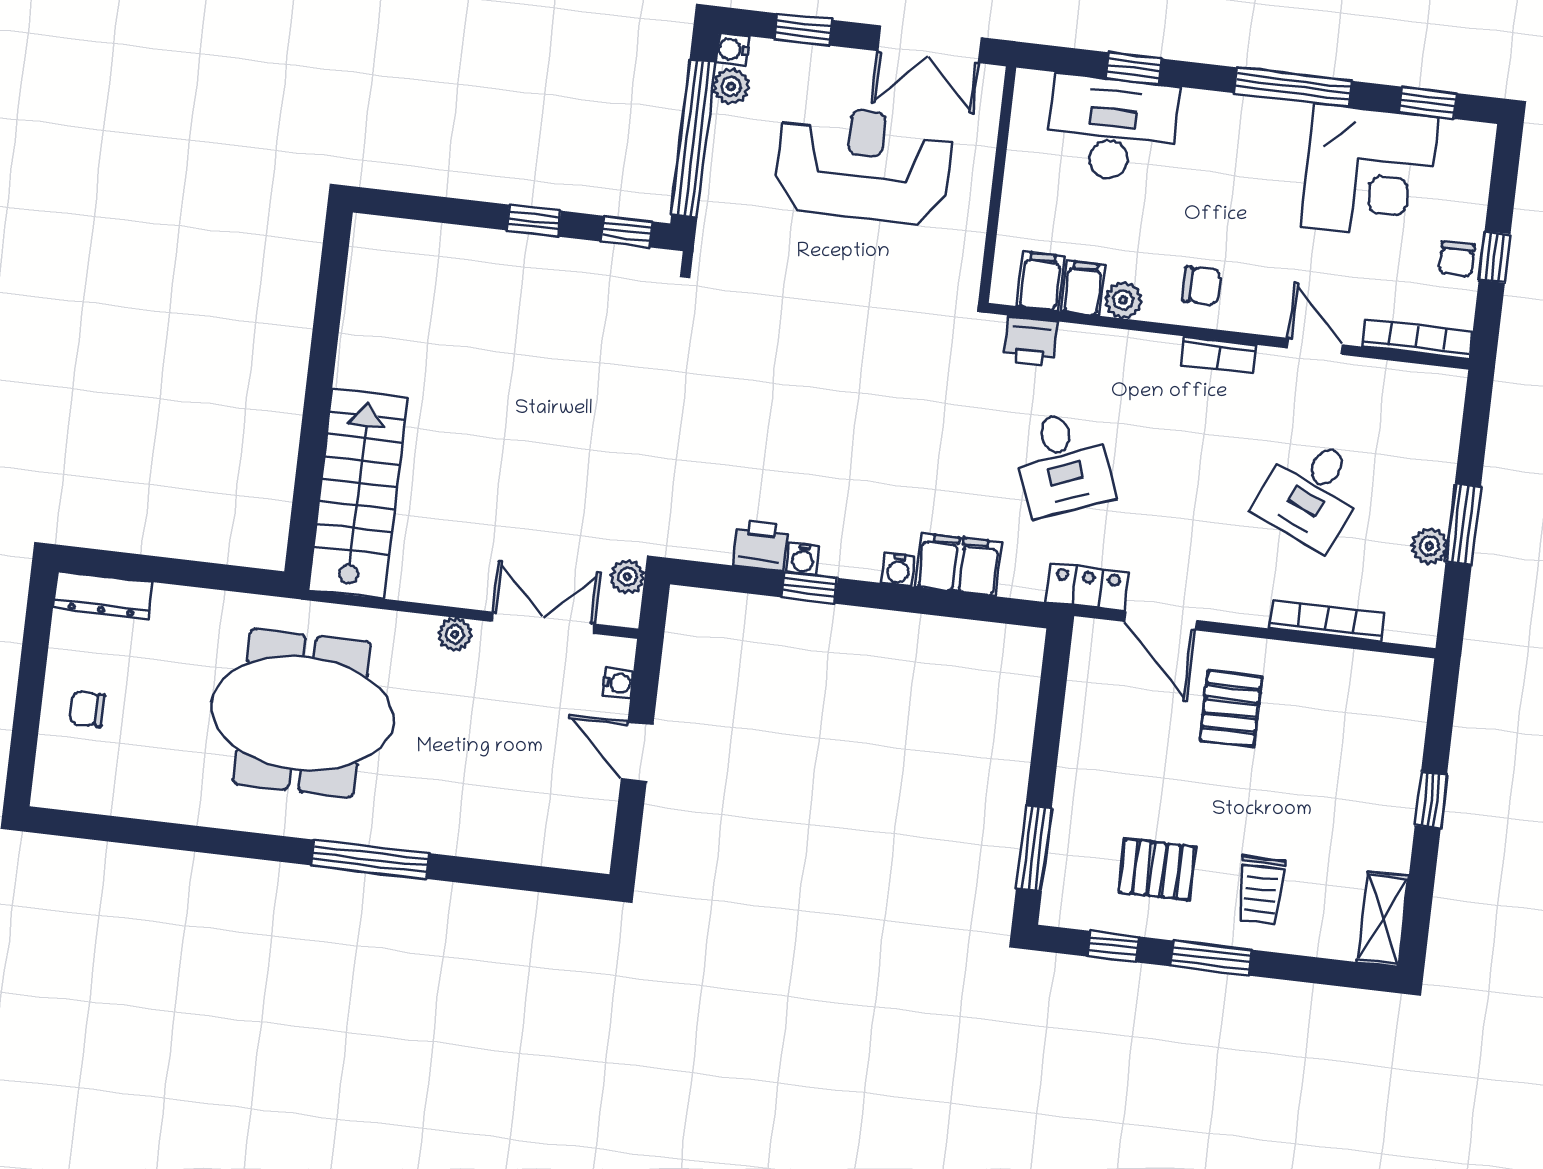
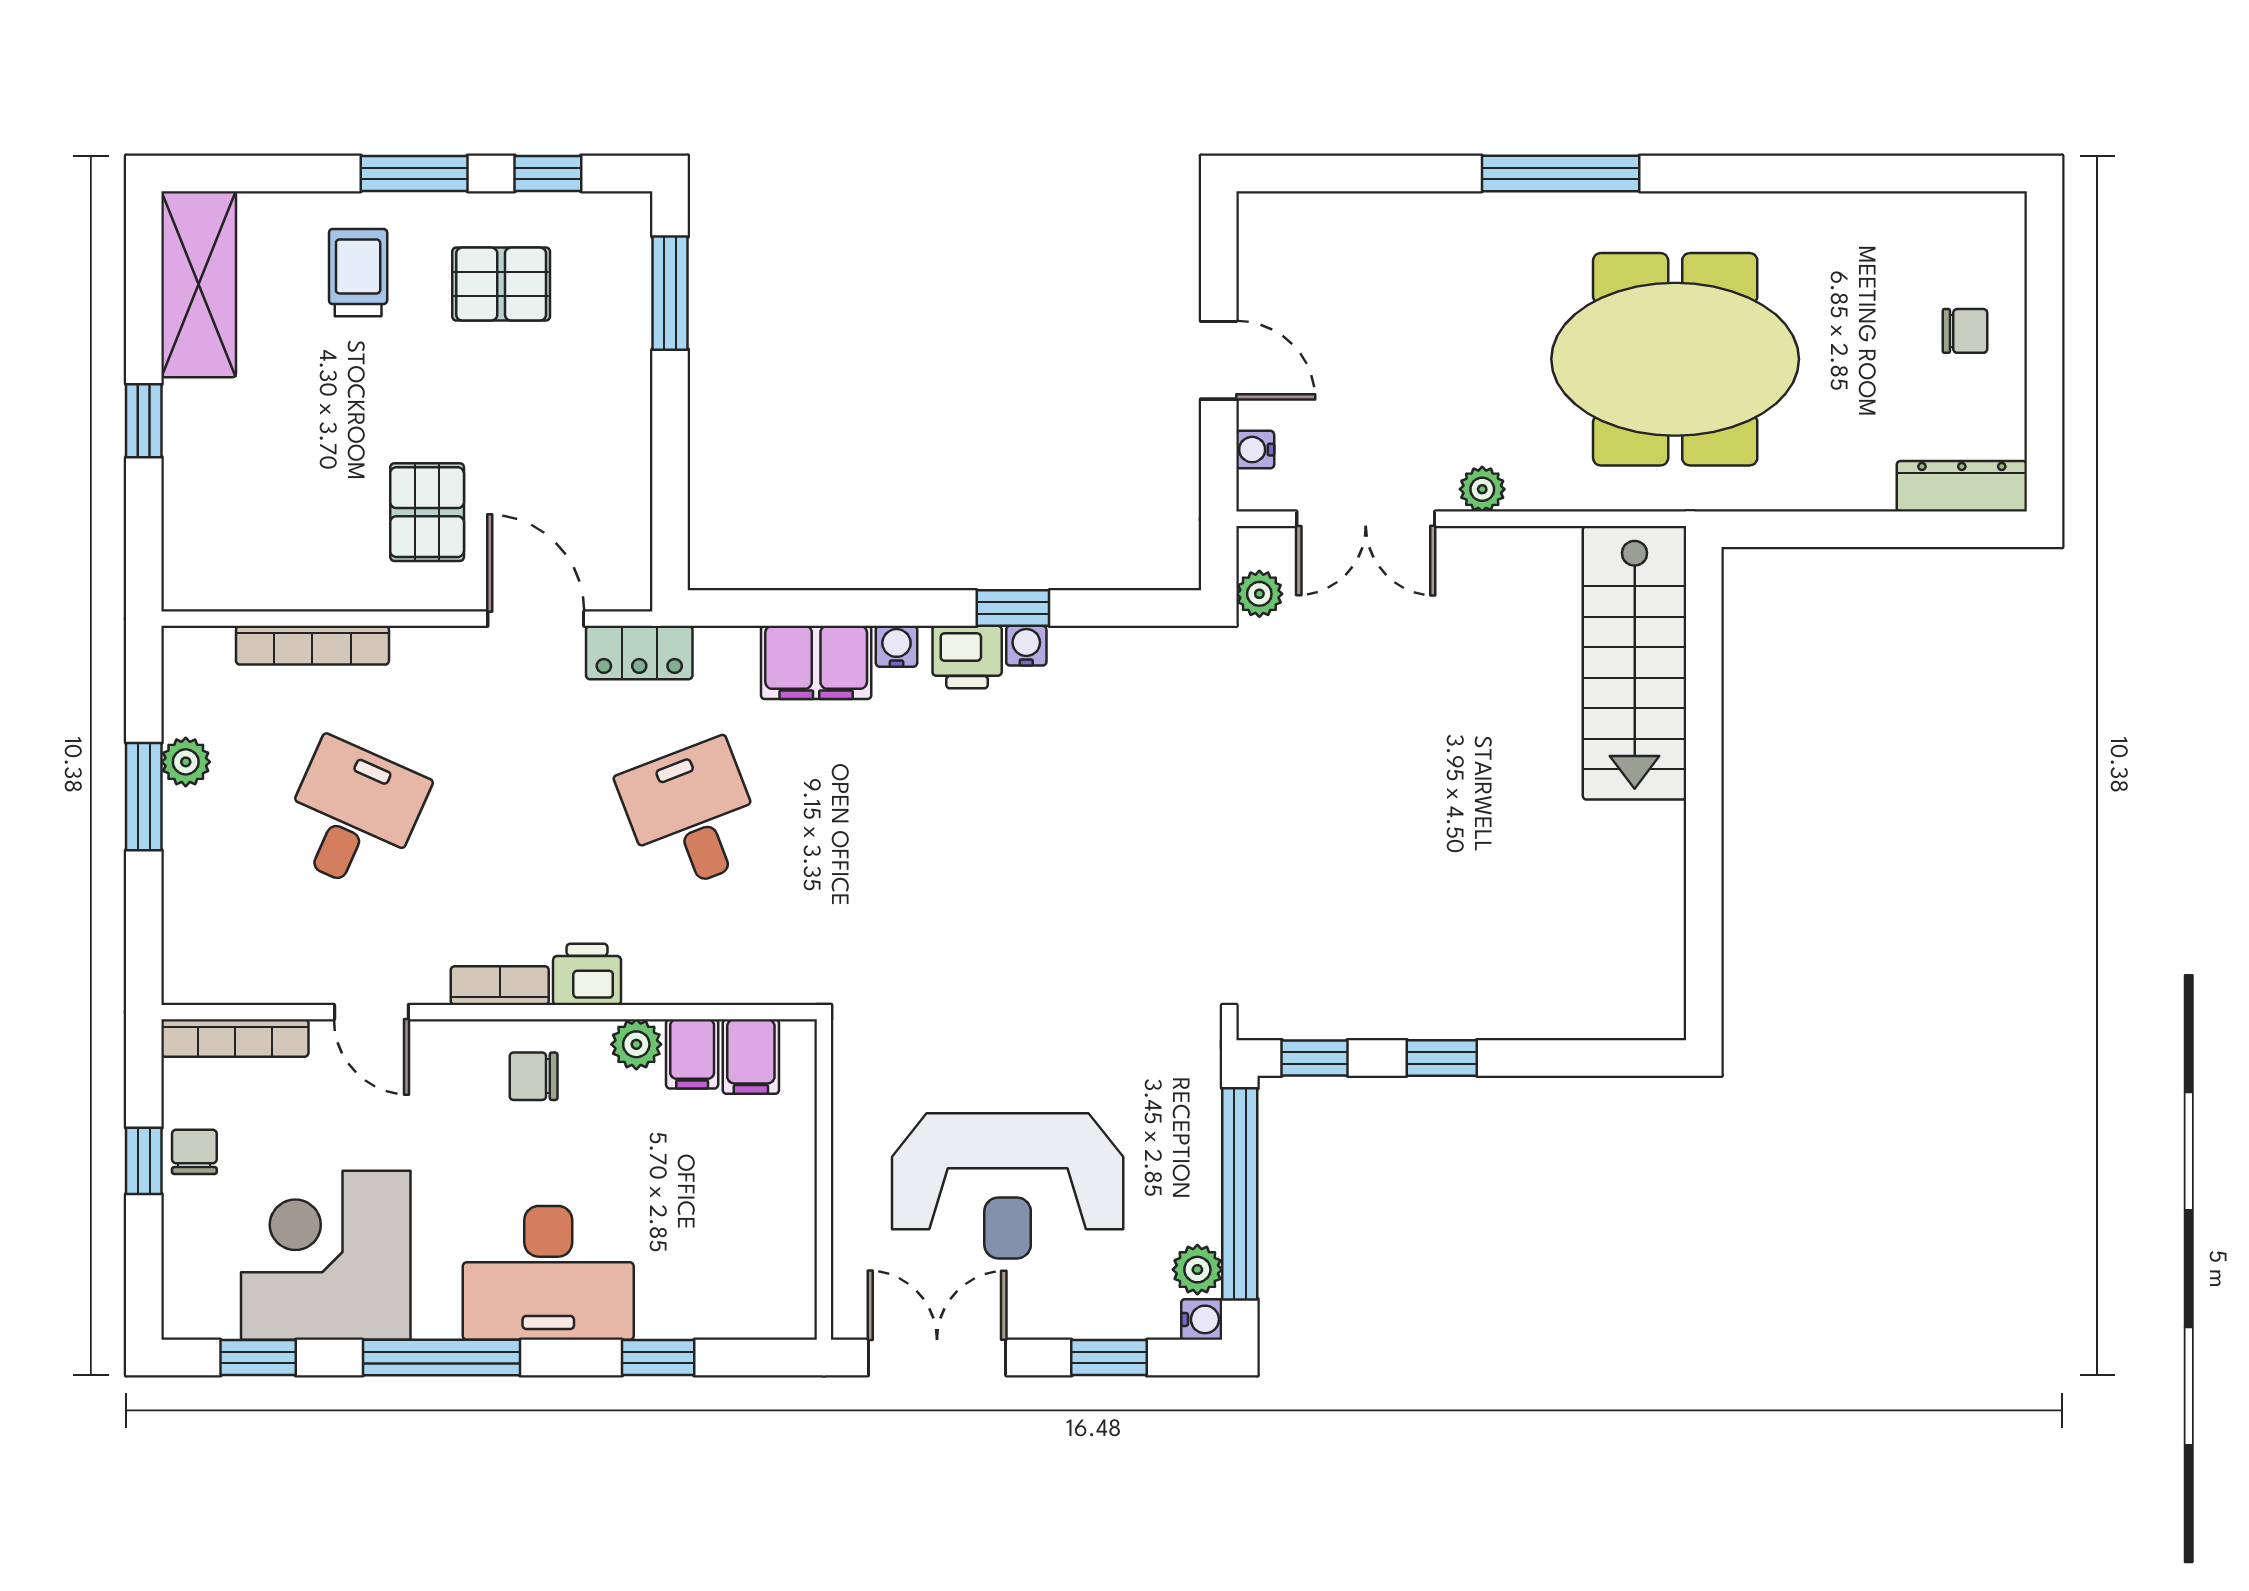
desk: (1112, 129) -> (548, 1273), moved
printer: (1031, 341) -> (587, 974), moved
printer: (760, 545) -> (967, 657), moved
shelving: (1383, 919) -> (199, 284), width x1.50, depth x1.33

